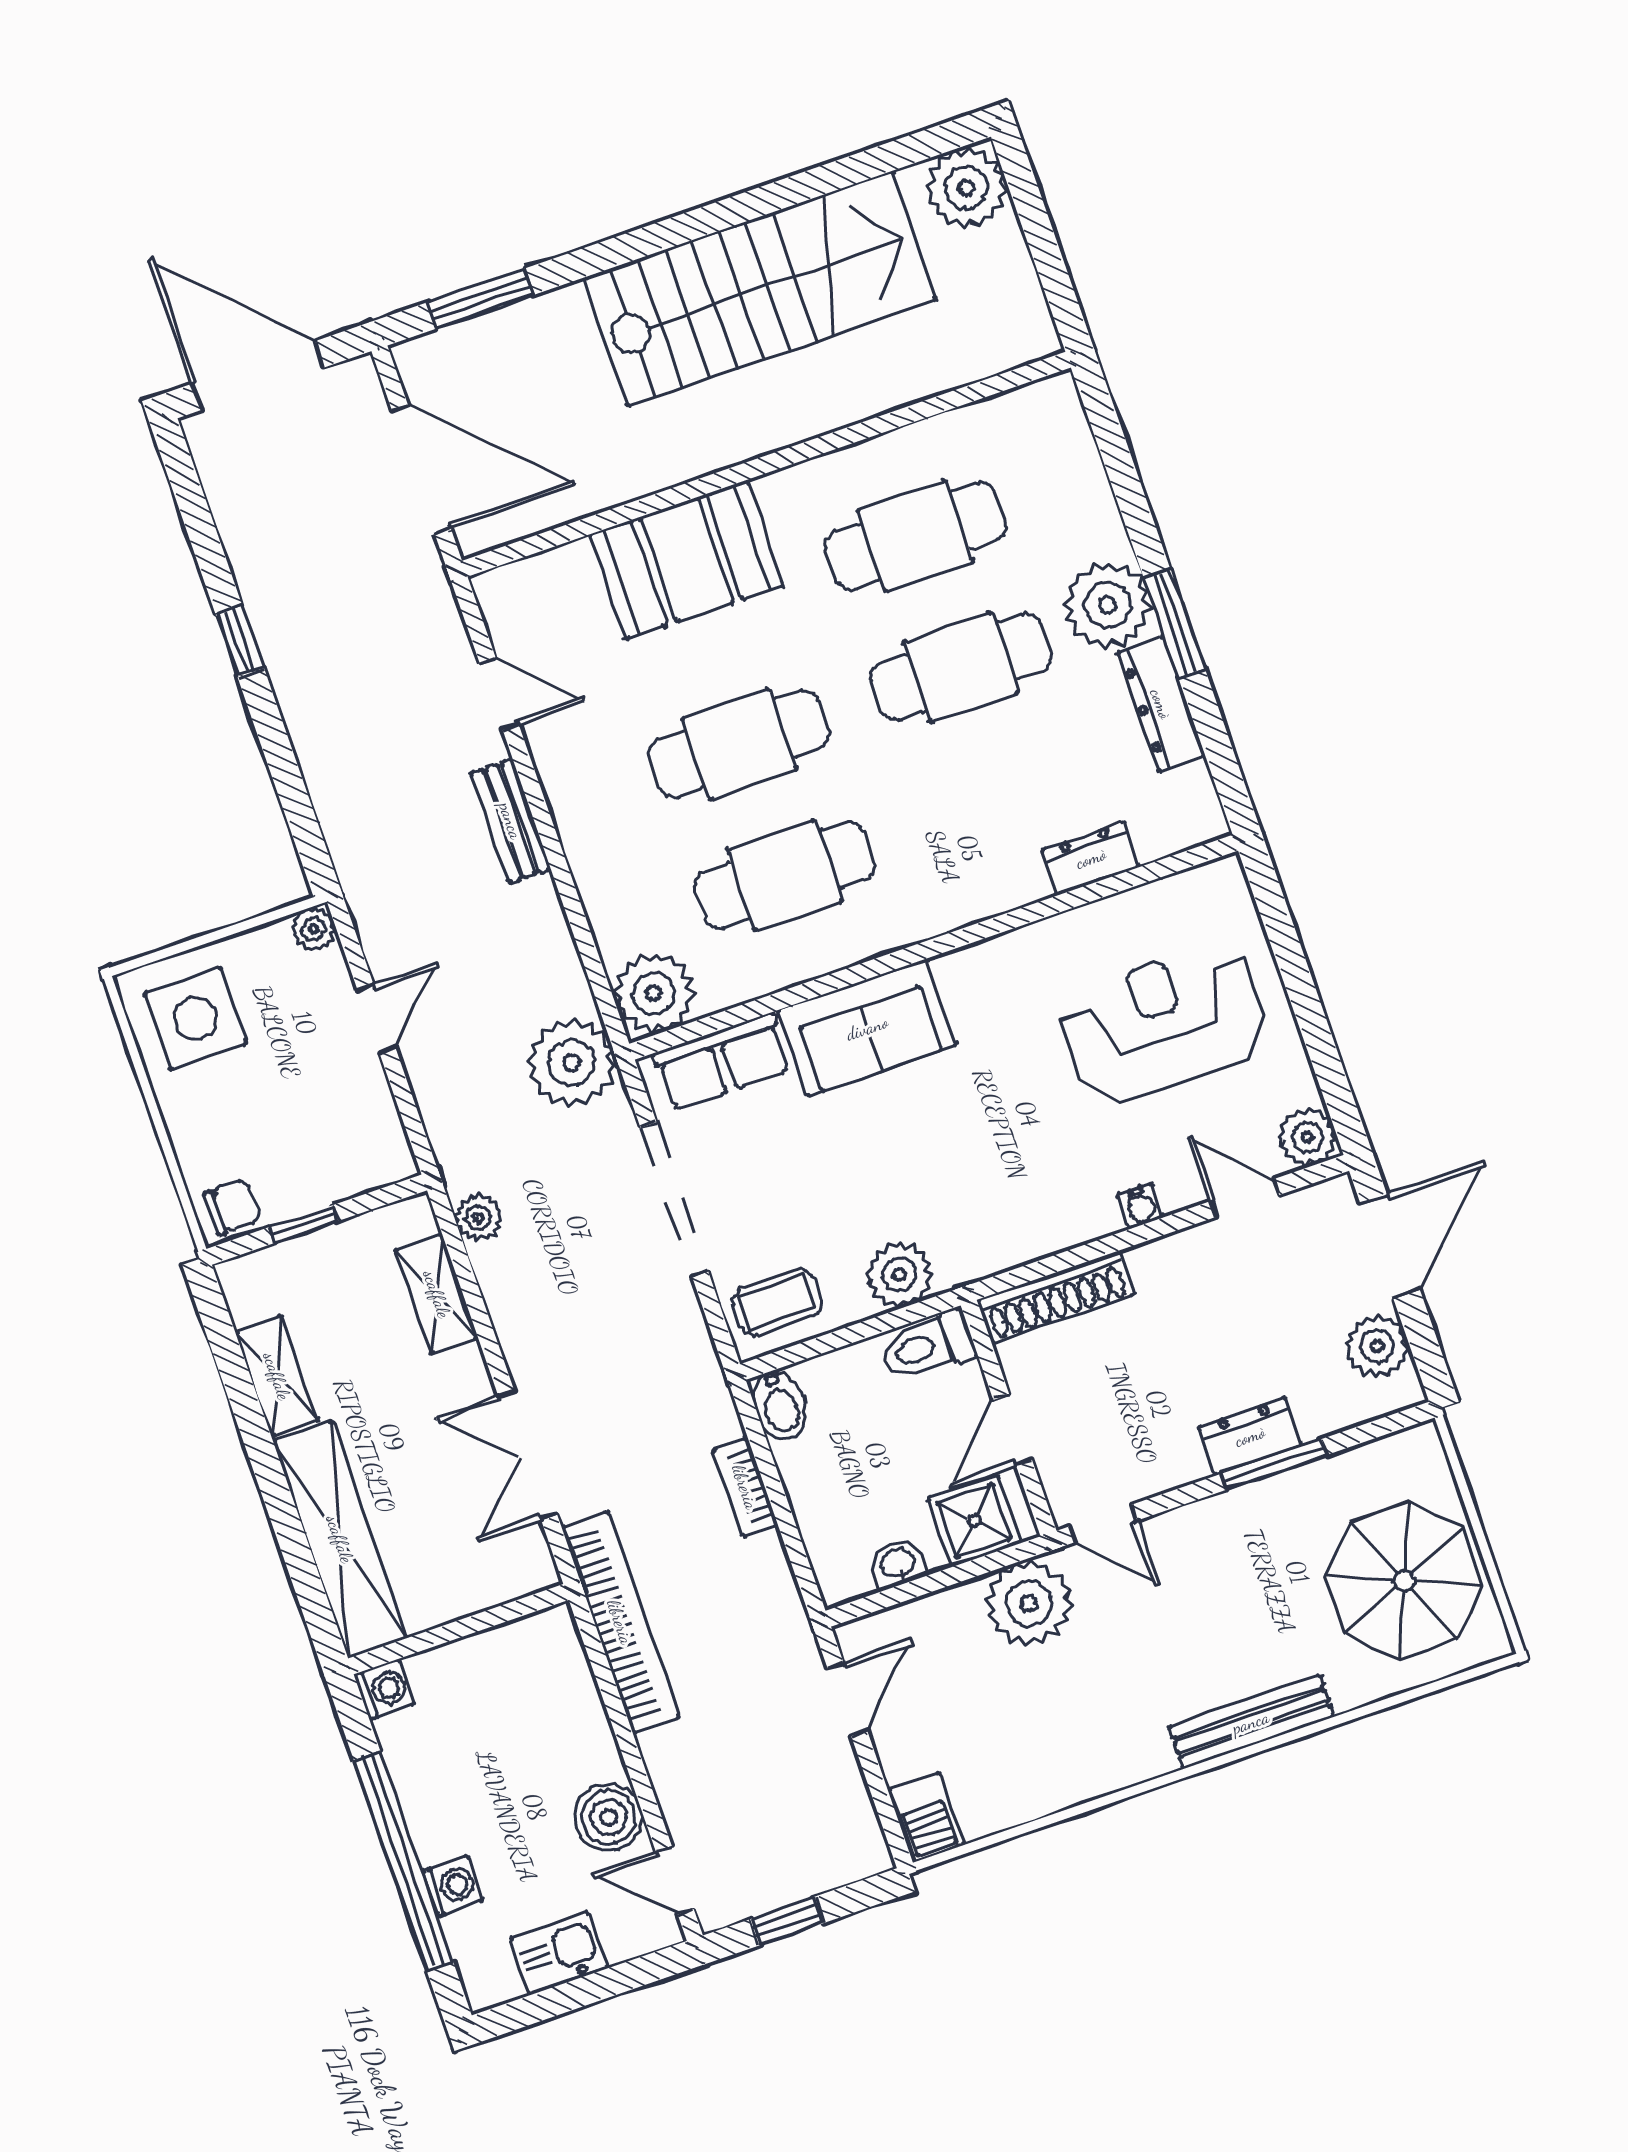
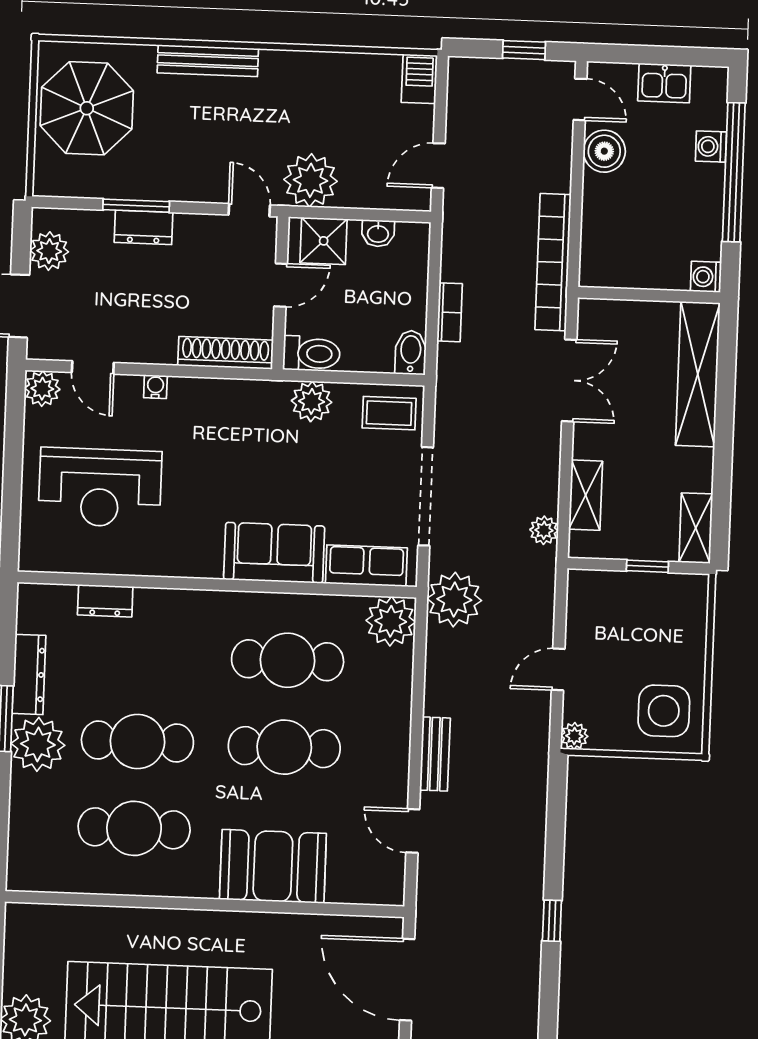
chair: (232, 1207) -> (685, 592), removed
shelving: (277, 1376) -> (696, 528), moved

